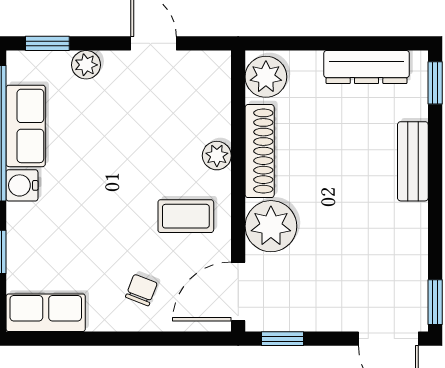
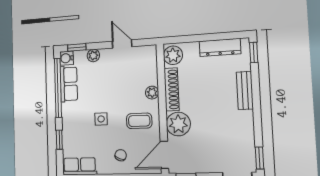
water cooler: (22, 185) -> (67, 58), moved
side table: (99, 209) -> (101, 119), added

